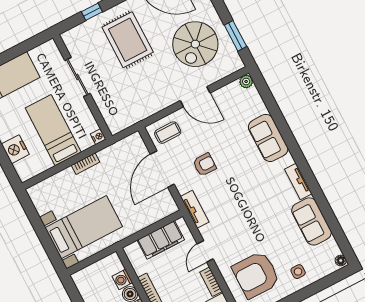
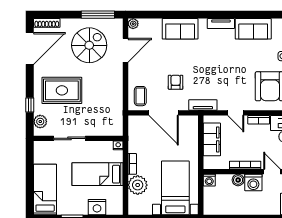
plant: (79, 34) -> (40, 122), added
window: (235, 36) -> (98, 15), width x1.44
spiral stairs: (195, 44) -> (89, 45), turned -90
door: (195, 97) -> (125, 50), moved
plant: (65, 182) -> (138, 185), added
washing machine: (122, 279) -> (209, 180), moved

